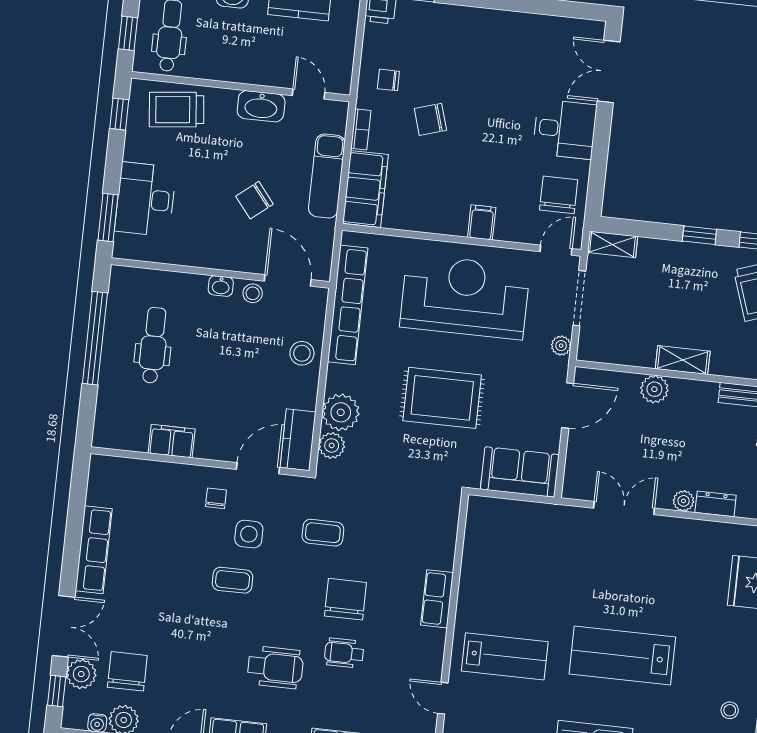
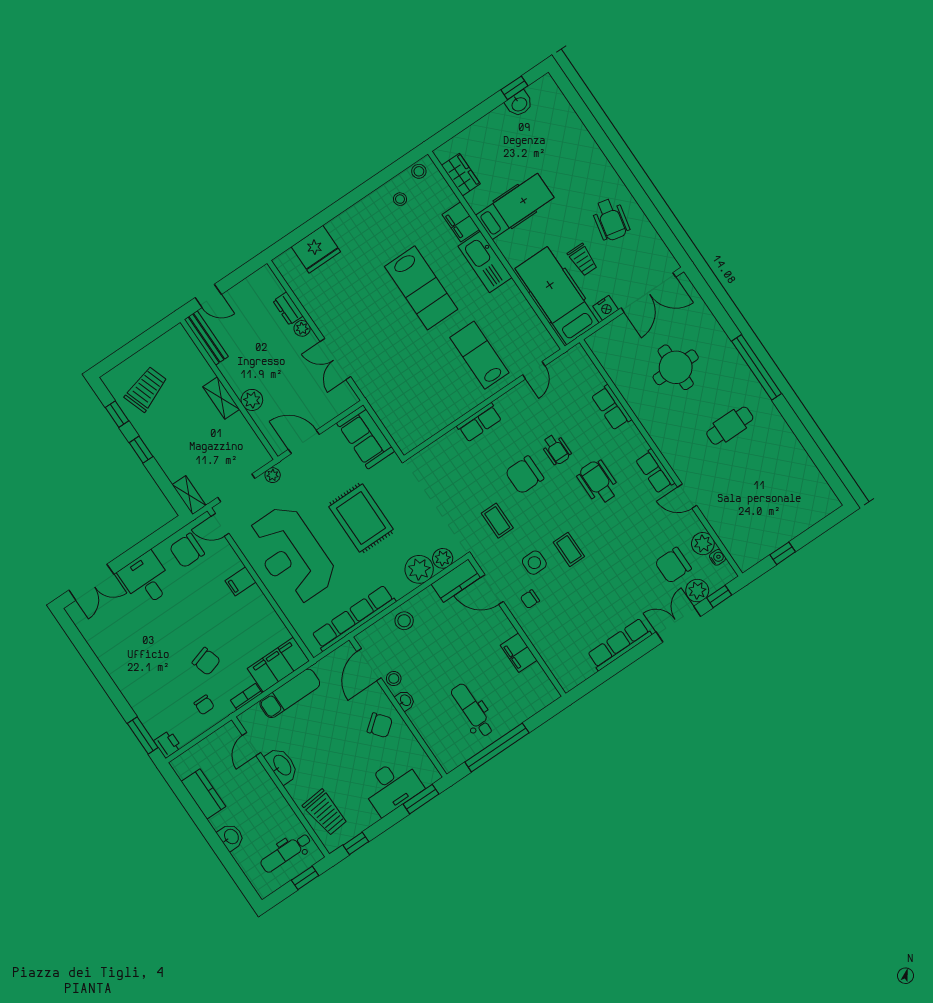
chair: (254, 200) -> (380, 725), moved
dental chair: (153, 345) -> (472, 710), turned 90

